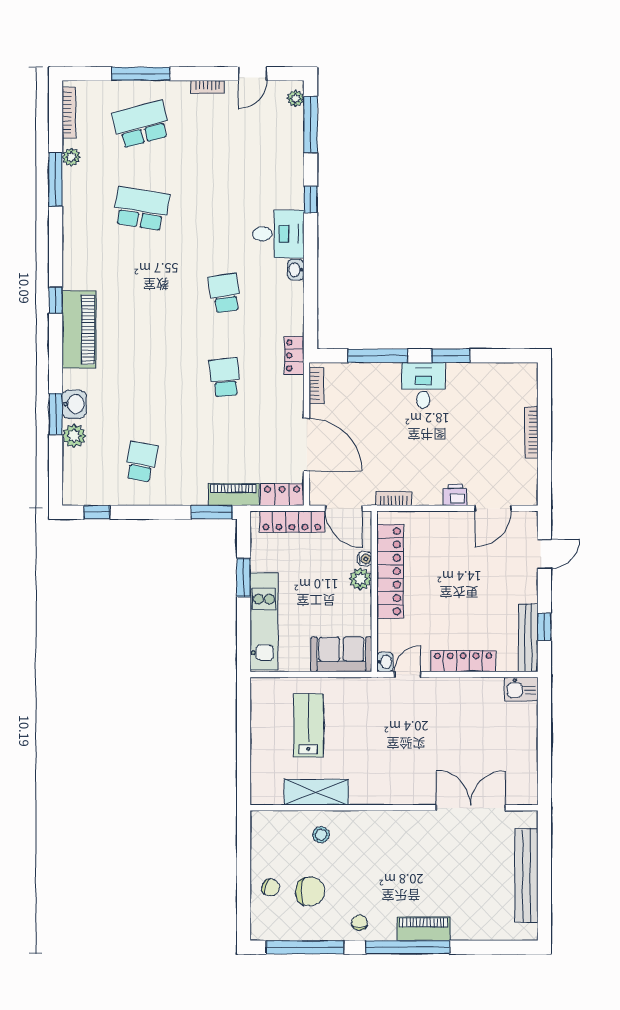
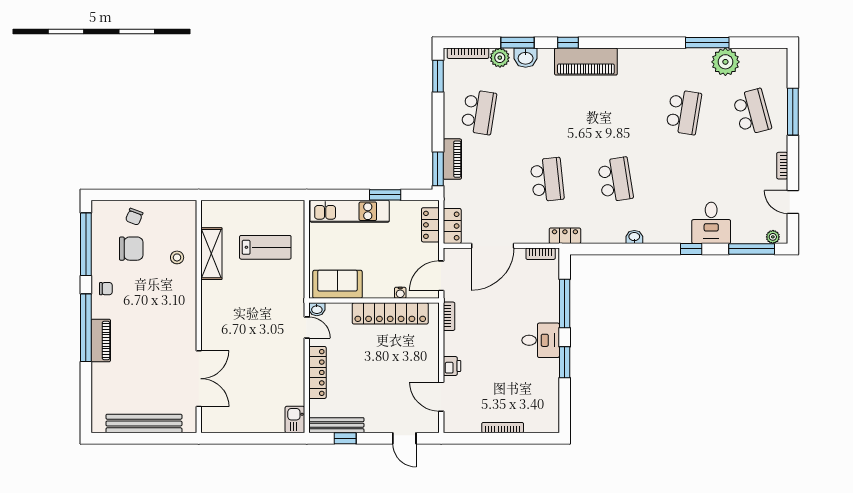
bookcase: (69, 113) -> (468, 53), moved
plant: (71, 157) -> (725, 62), width x1.88, depth x1.88
desk: (278, 234) -> (711, 223), moved
school desk: (225, 293) -> (615, 180), width x1.85
window: (56, 300) -> (568, 43), moved
school desk: (225, 377) -> (547, 180), width x1.85
school desk: (141, 462) -> (479, 112), width x1.85
piano: (234, 494) -> (452, 159), moved
window: (97, 512) -> (438, 76), width x1.50
locker: (292, 522) -> (430, 225), width x0.66
plant: (360, 579) -> (384, 289), removed
sofa: (341, 654) -> (338, 284), moved, turned -90
chair: (310, 891) -> (131, 249), turned -90

